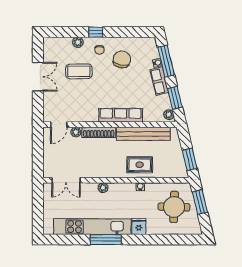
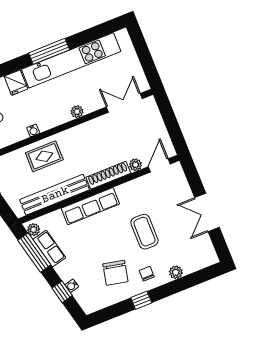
window: (96, 32) -> (141, 300), moved
window: (166, 61) -> (62, 292), width x0.46
coffee table: (79, 71) -> (144, 232), moved, turned 90
row of seats: (159, 81) -> (49, 249), moved
window: (175, 98) -> (34, 253), width x1.44

